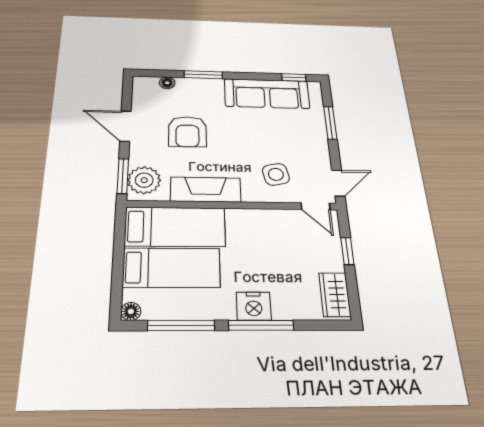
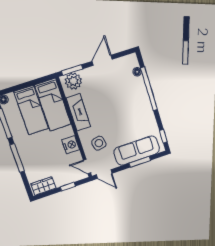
window: (203, 75) -> (149, 89), width x2.11
sofa: (267, 94) -> (137, 151), moved, turned 90
armchair: (187, 132) -> (109, 92), removed
door: (316, 206) -> (87, 167), hinge flipped
nightstand: (254, 306) -> (71, 145), moved, turned 180

